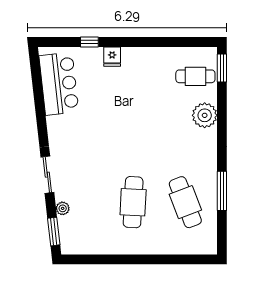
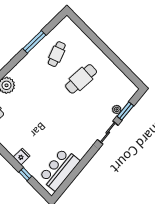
cafe table: (185, 202) -> (57, 54), width x0.73, depth x0.74
window: (54, 232) -> (125, 111), moved

